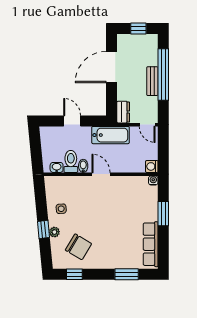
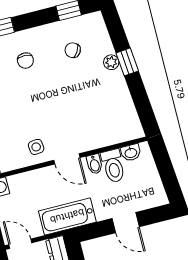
side table: (61, 209) -> (36, 147), moved
chair: (78, 247) -> (73, 50), width x0.54, depth x0.54
chair: (112, 248) -> (25, 61), added

